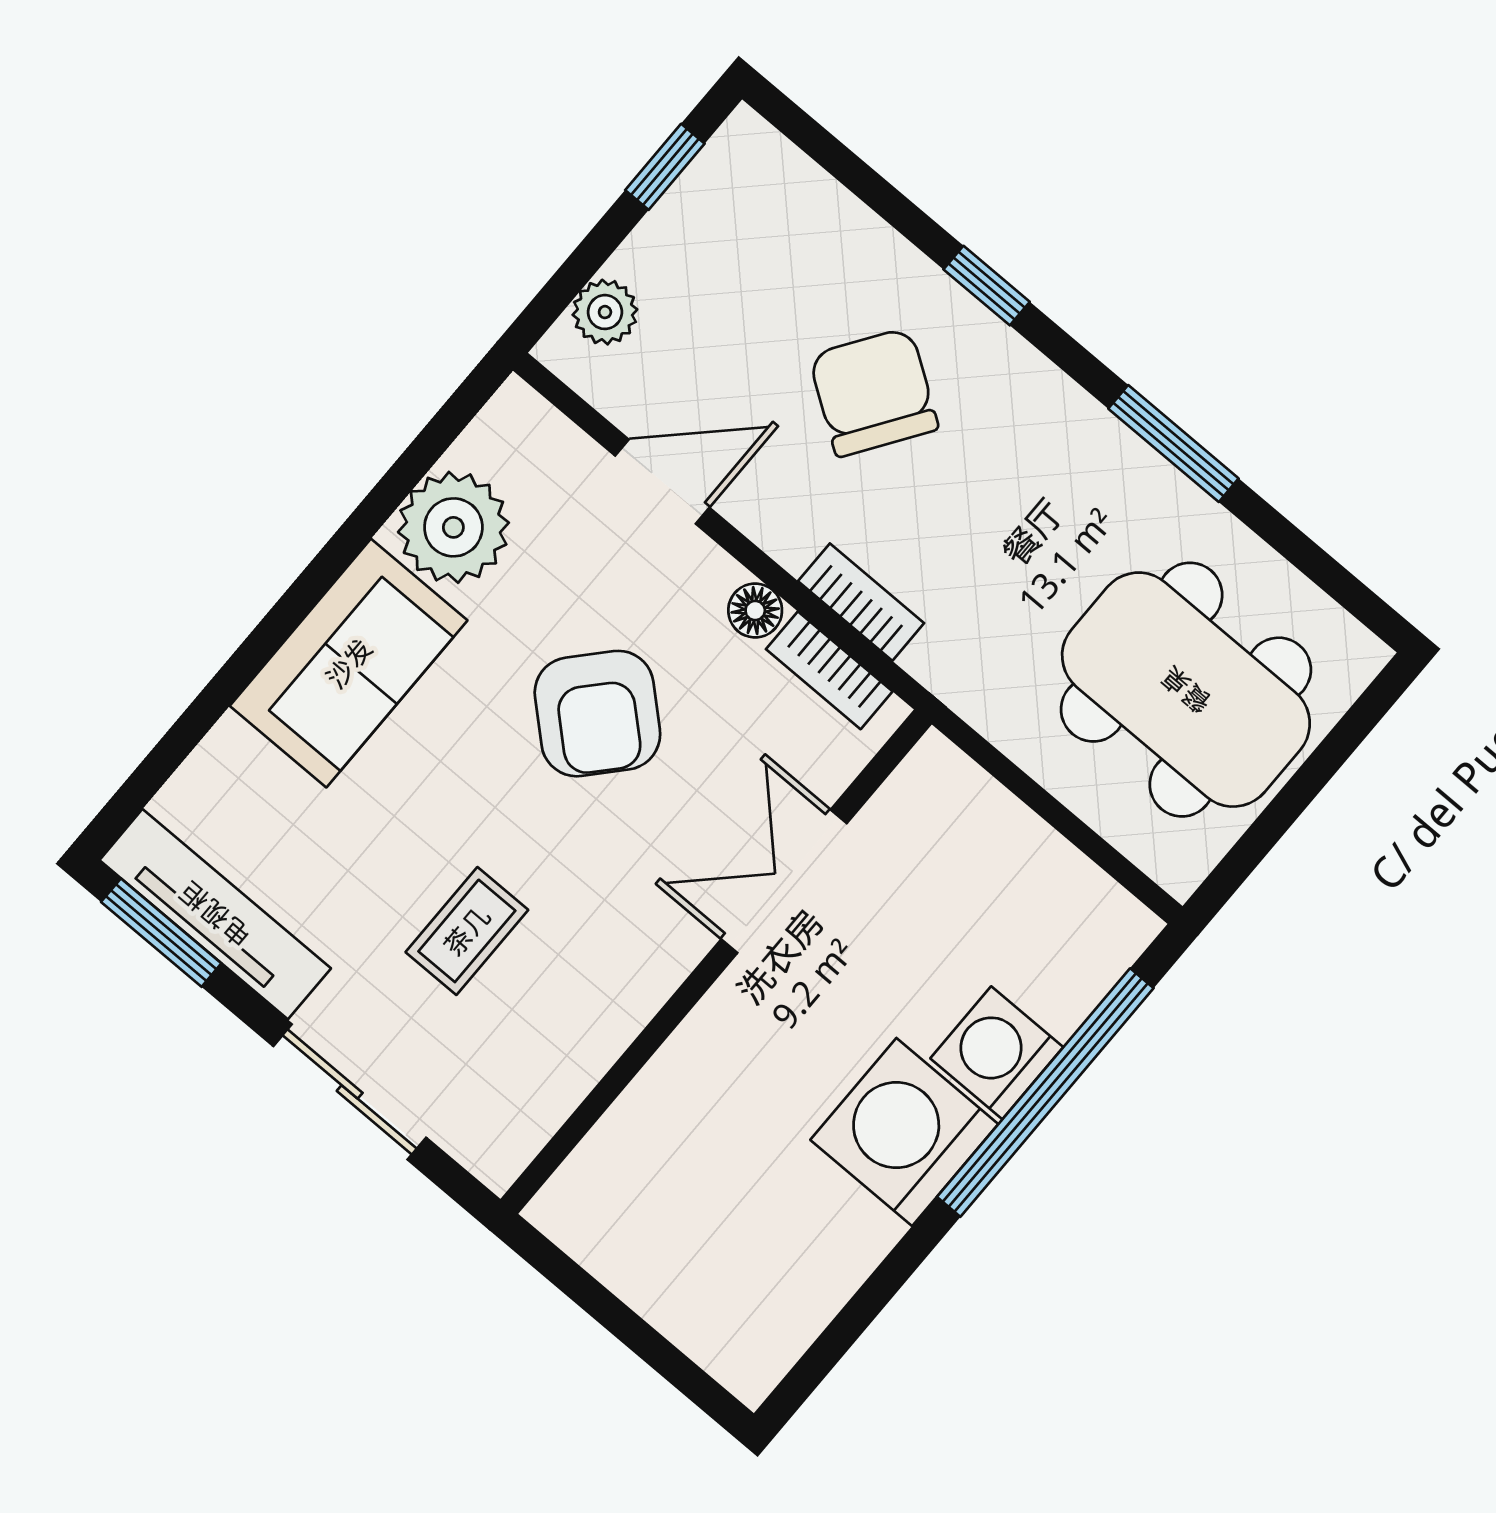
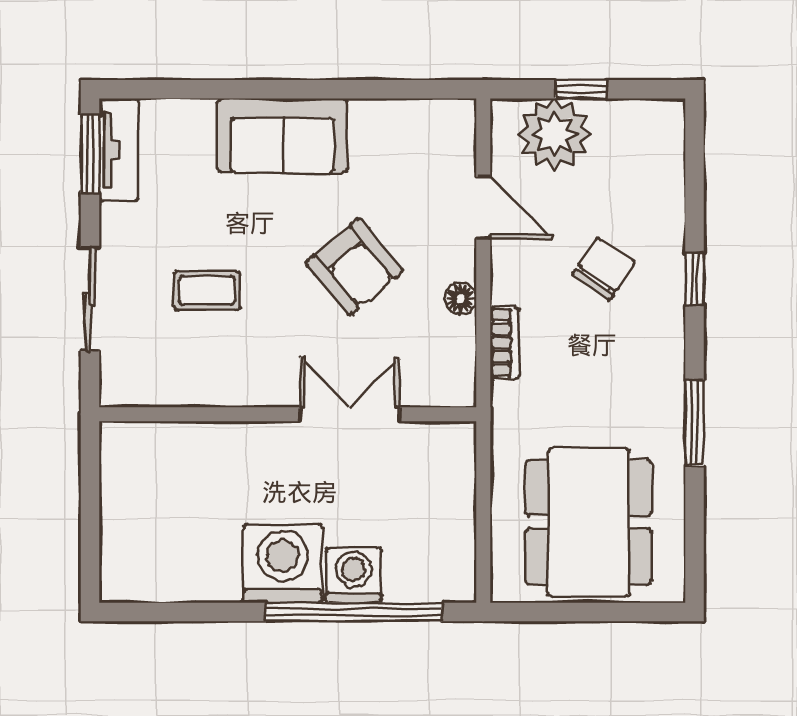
window: (665, 167) -> (581, 89), moved
plant: (605, 312) -> (554, 134), width x1.87, depth x1.87
chair: (874, 392) -> (604, 269), width x0.73, depth x0.73
plant: (453, 527) -> (383, 131), removed
bookcase: (829, 670) -> (462, 354), removed
armchair: (597, 714) -> (354, 267), turned -82
tv unit: (215, 914) -> (119, 150), width x0.71

